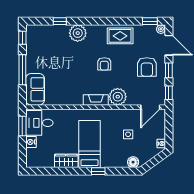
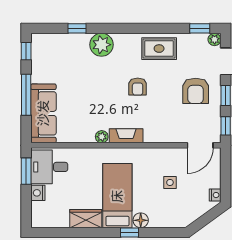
sofa: (35, 89) -> (43, 113), width x1.36
plant: (118, 97) -> (102, 137), moved, width x0.53, depth x0.53
floor lamp: (133, 162) -> (141, 220), moved

